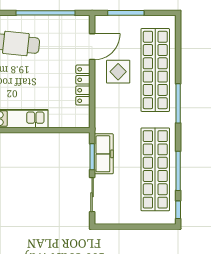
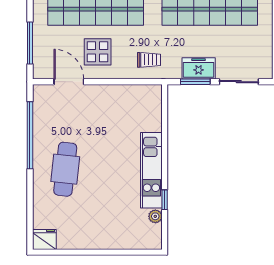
locker: (83, 85) -> (113, 92), removed
trolley: (111, 116) -> (149, 60), added
freezer: (104, 154) -> (199, 68), width x0.71

